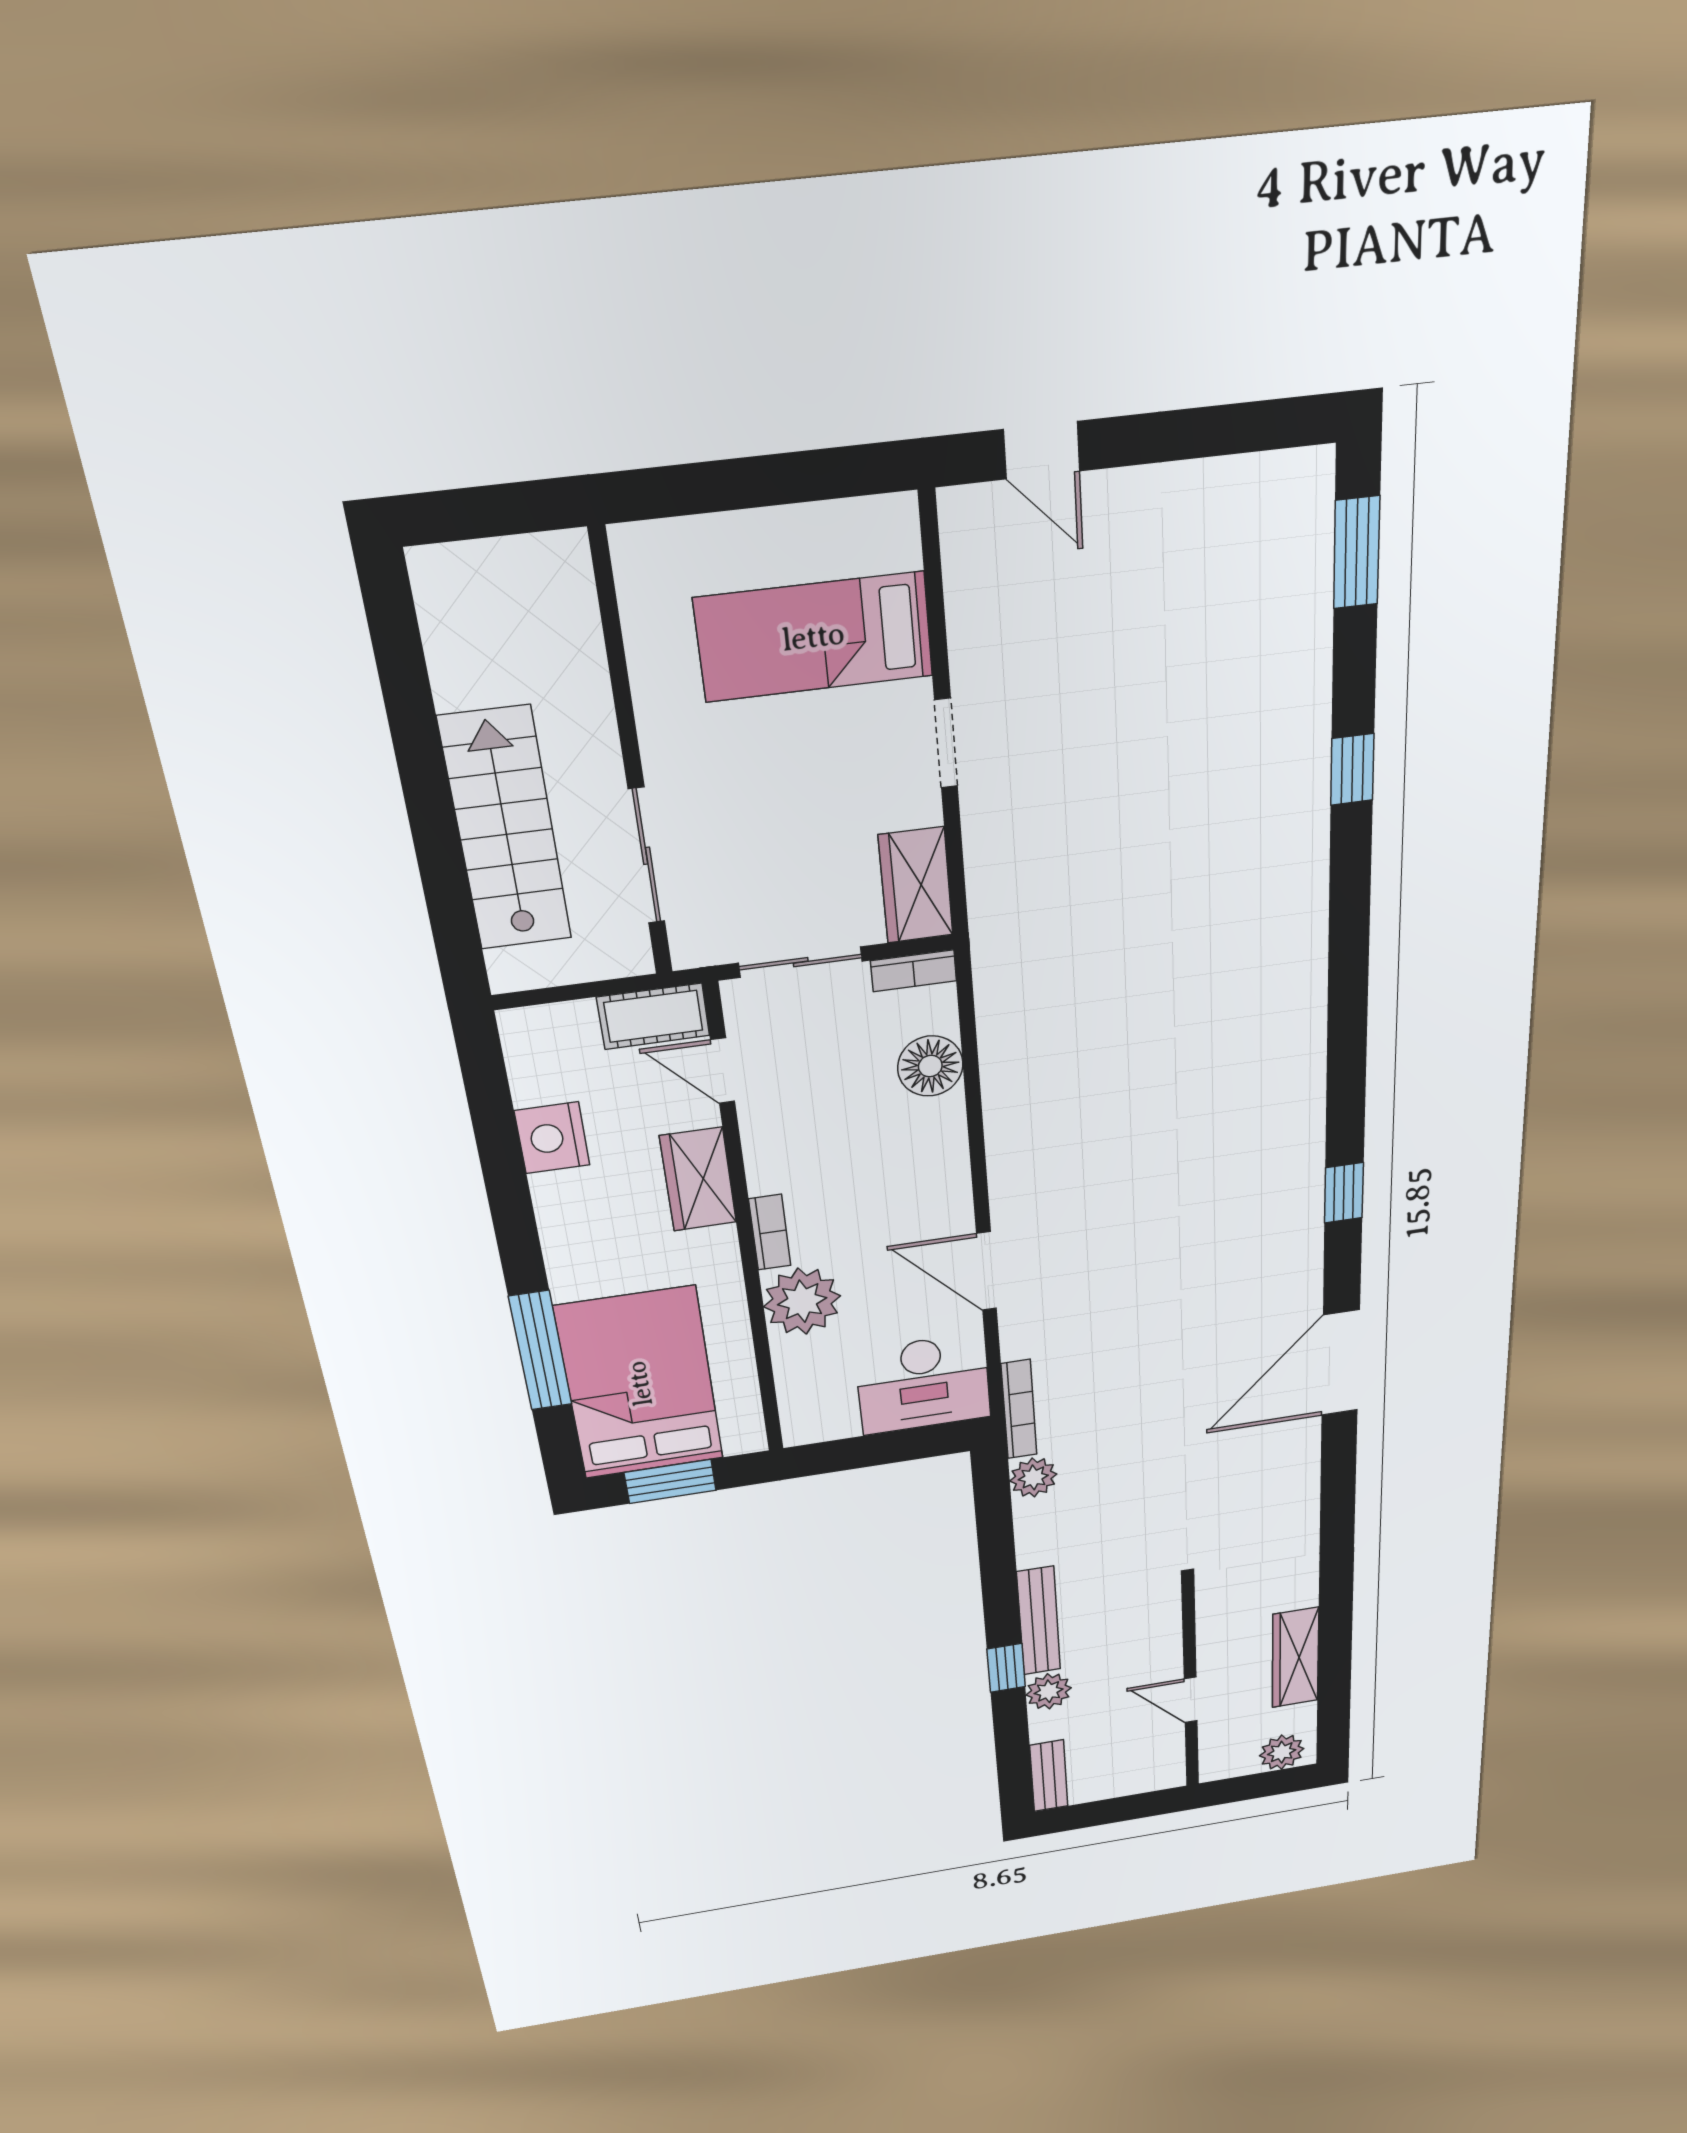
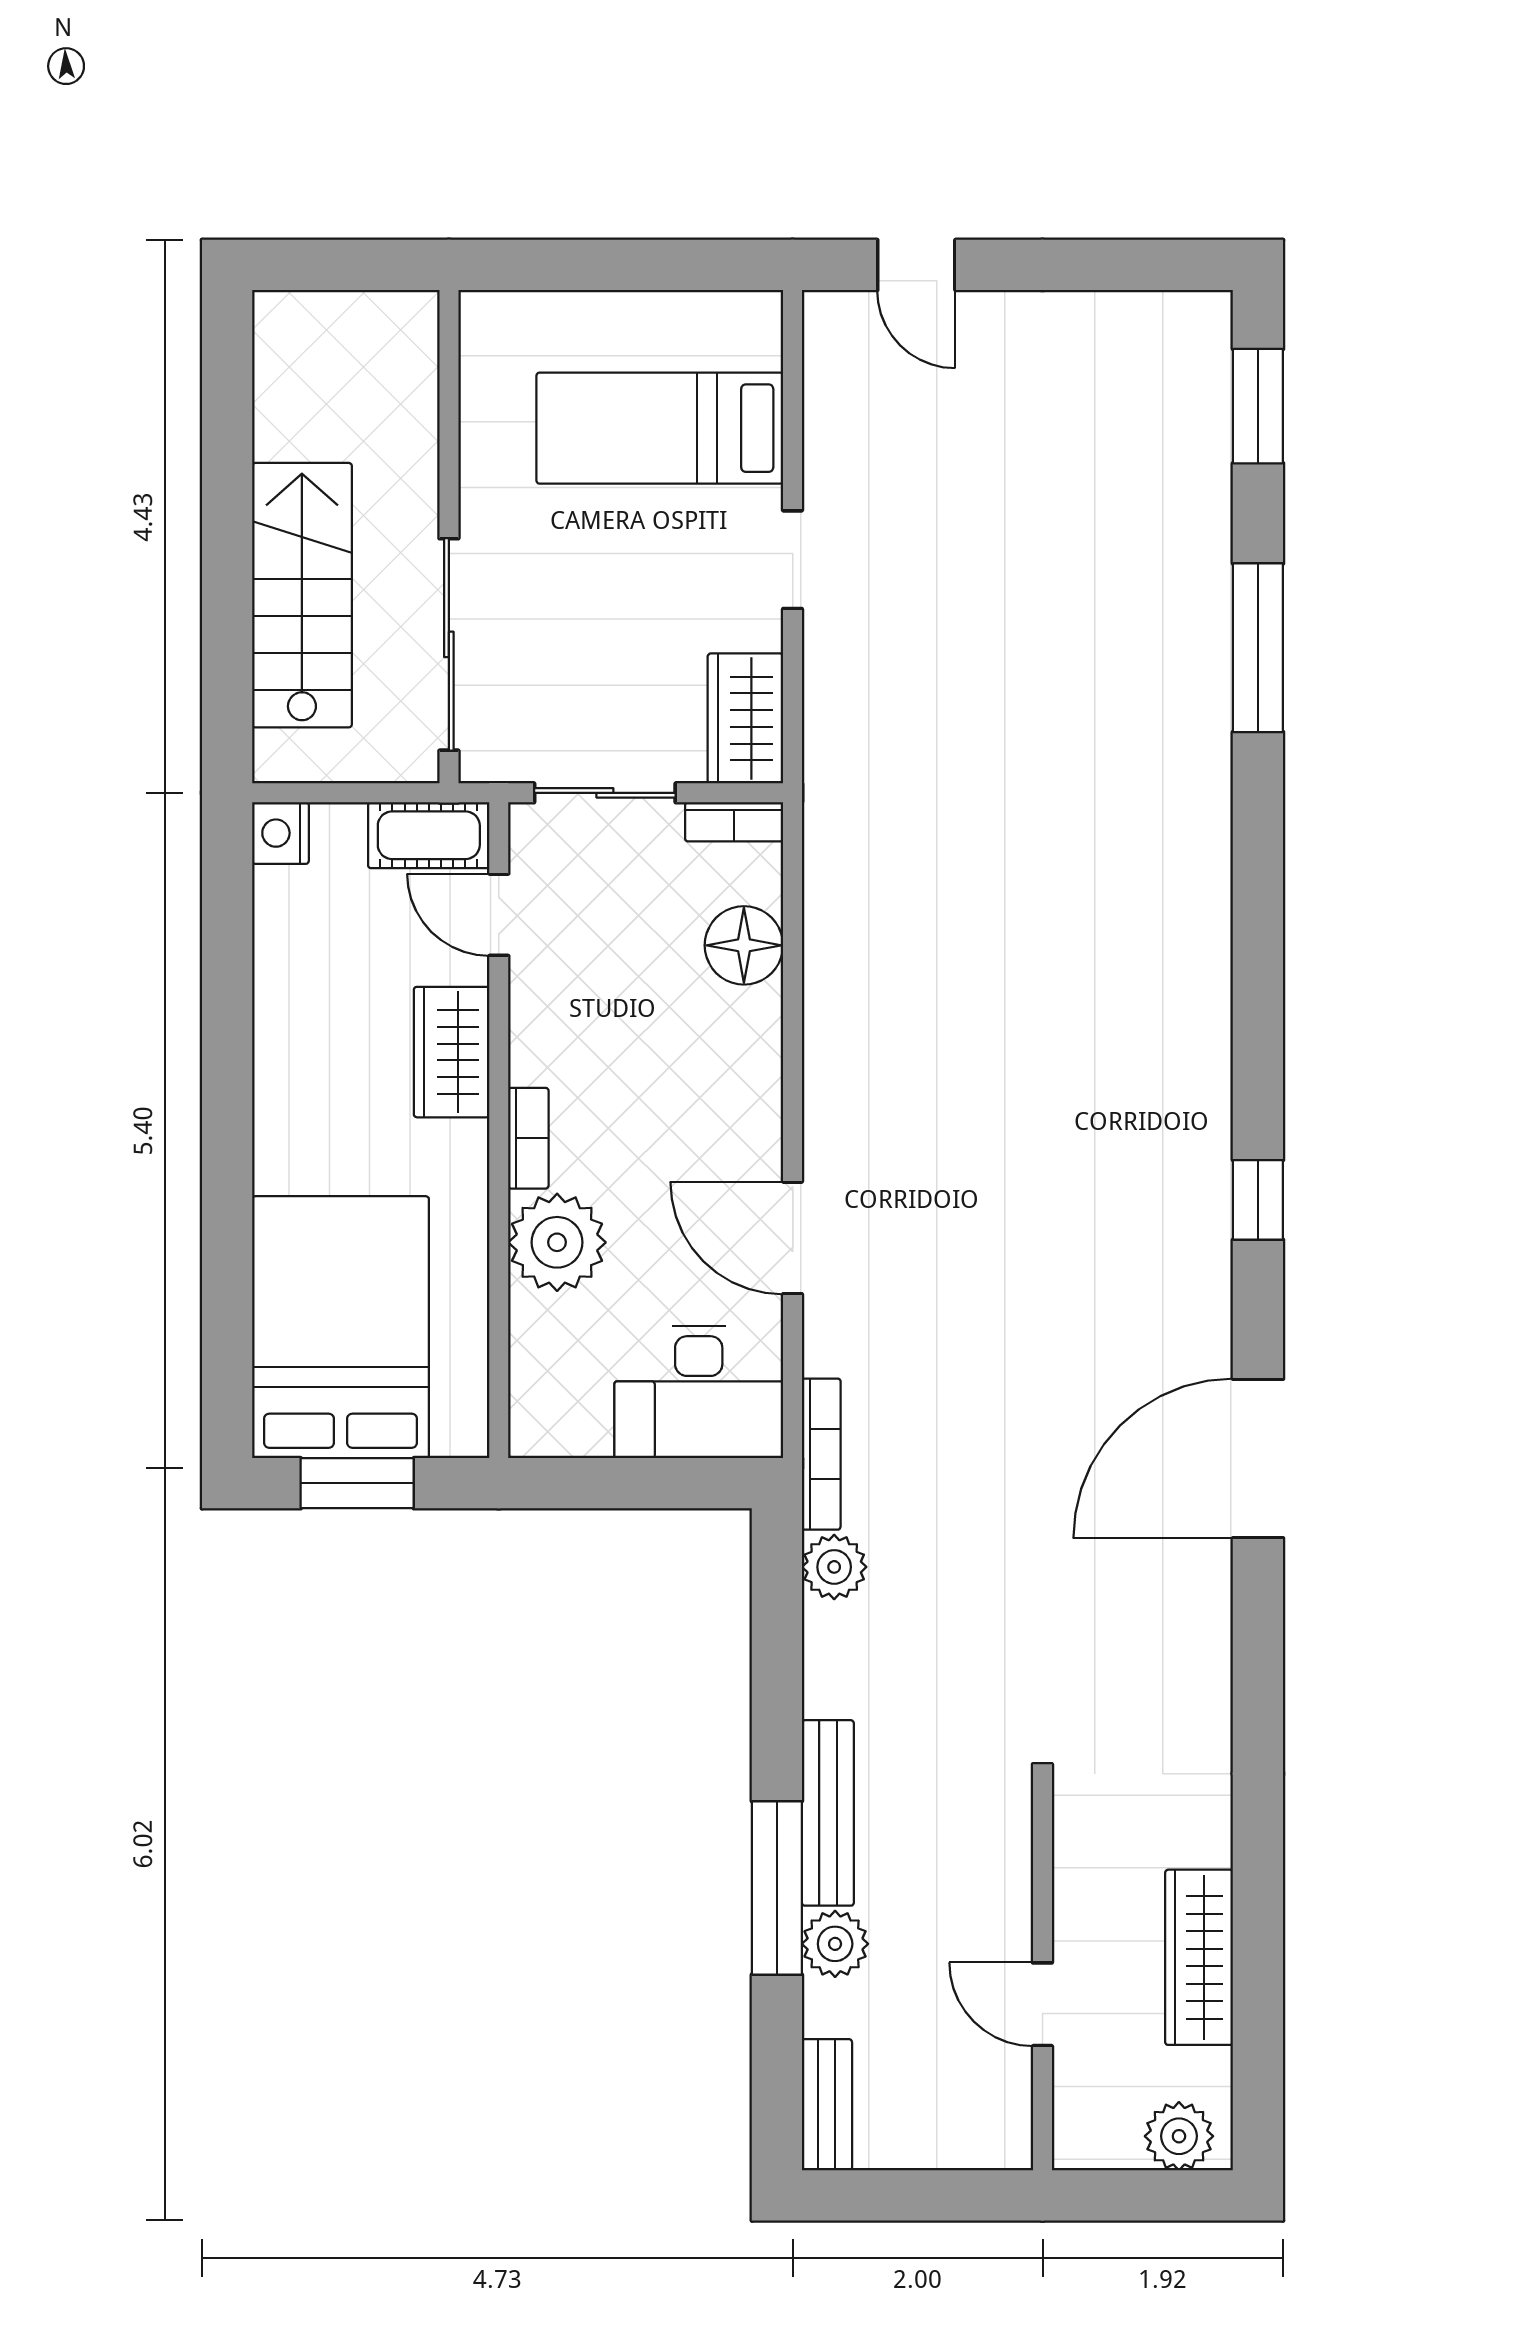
window: (1352, 769) -> (1258, 648), width x2.17
sliding door: (647, 856) -> (449, 644), width x1.37
nightstand: (552, 1138) -> (280, 833), moved, width x0.74, depth x0.75
window: (540, 1351) -> (227, 1258), removed
window: (1006, 1668) -> (777, 1888), width x2.17

